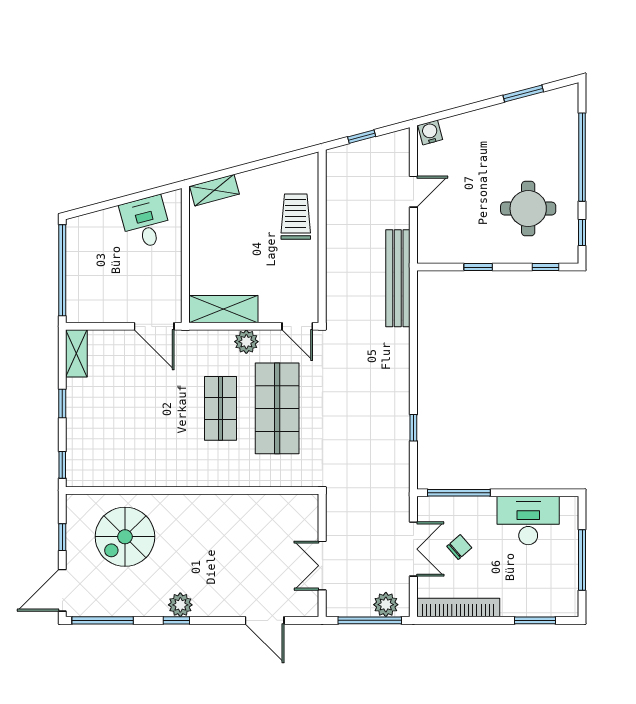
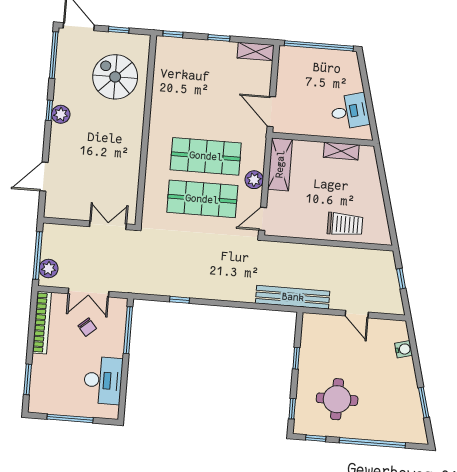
water cooler: (430, 132) -> (404, 349), moved
shelving: (214, 190) -> (341, 151), moved, turned -75
door: (154, 326) -> (271, 112), hinge flipped
shop shelf: (221, 408) -> (206, 156), width x1.43, depth x1.36
double door: (322, 566) -> (108, 225), moved

